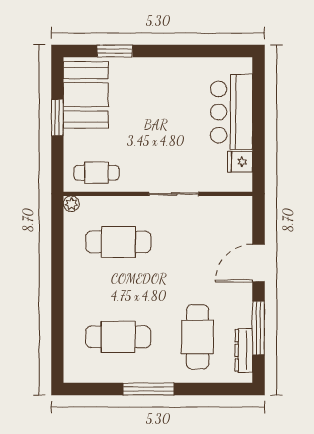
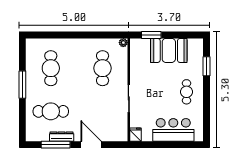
booth: (86, 95) -> (169, 50), moved
window: (57, 117) -> (151, 35), moved
fridge: (240, 162) -> (135, 135), moved
cafe table: (97, 173) -> (187, 92), moved
dresser: (244, 350) -> (62, 137), moved

